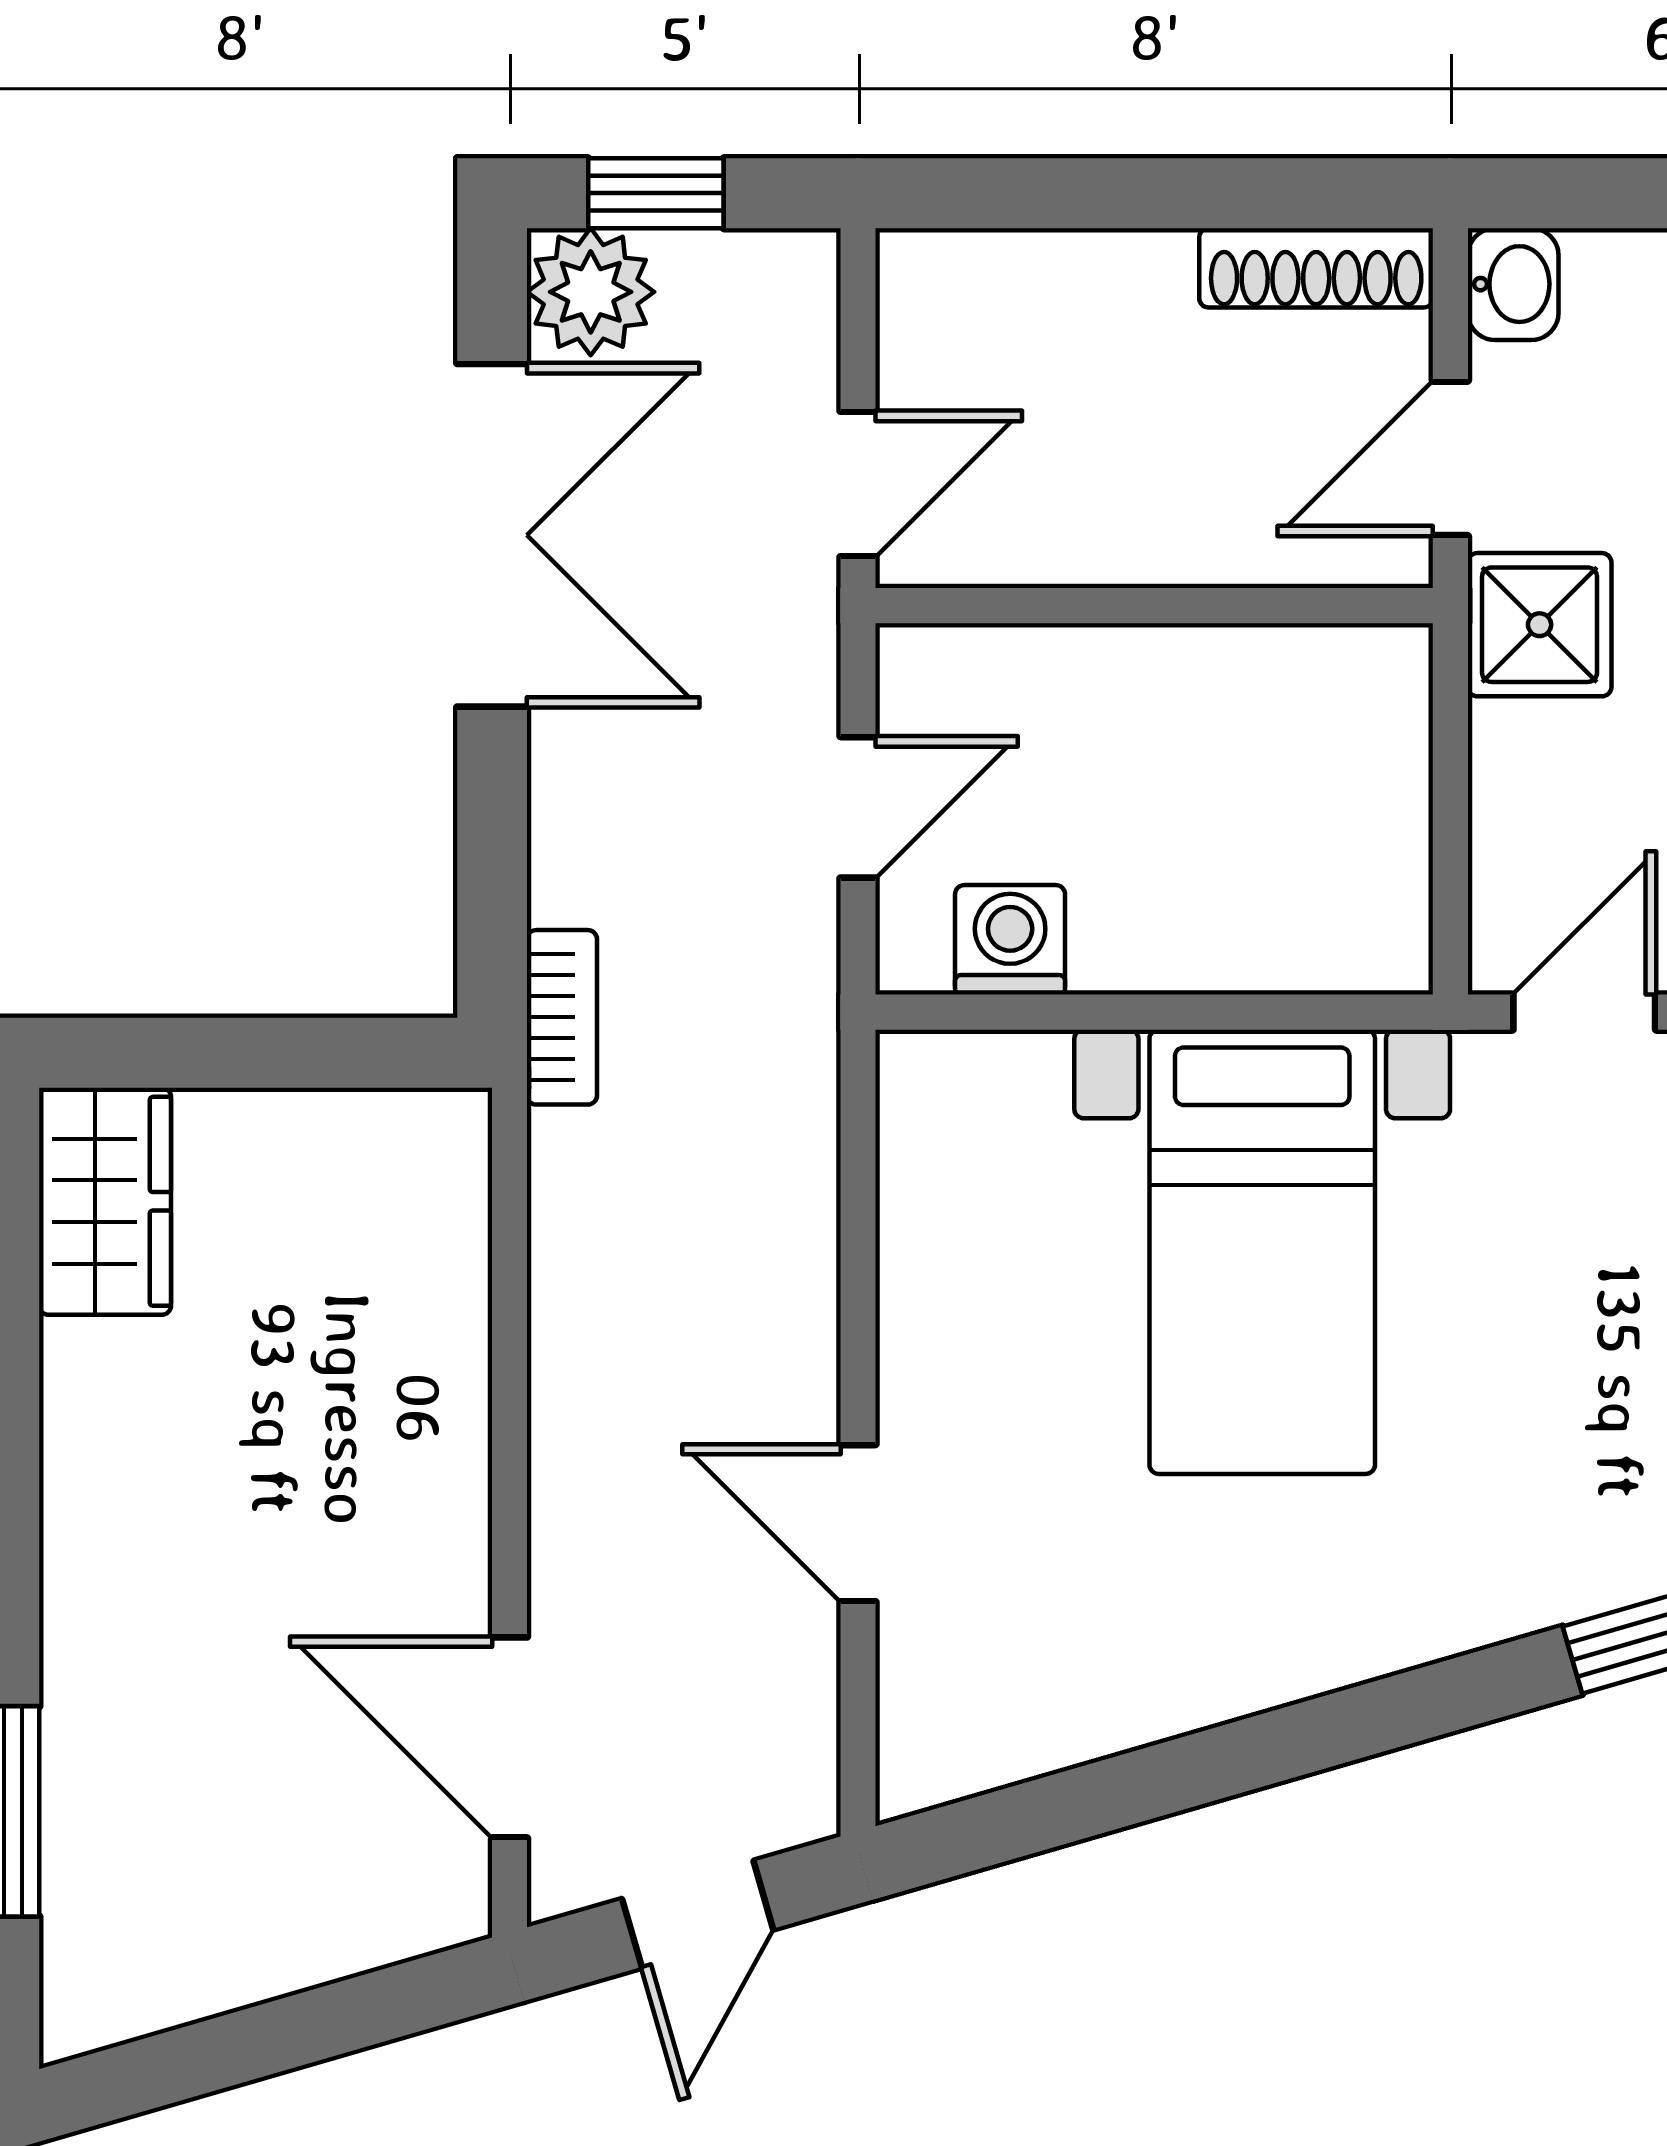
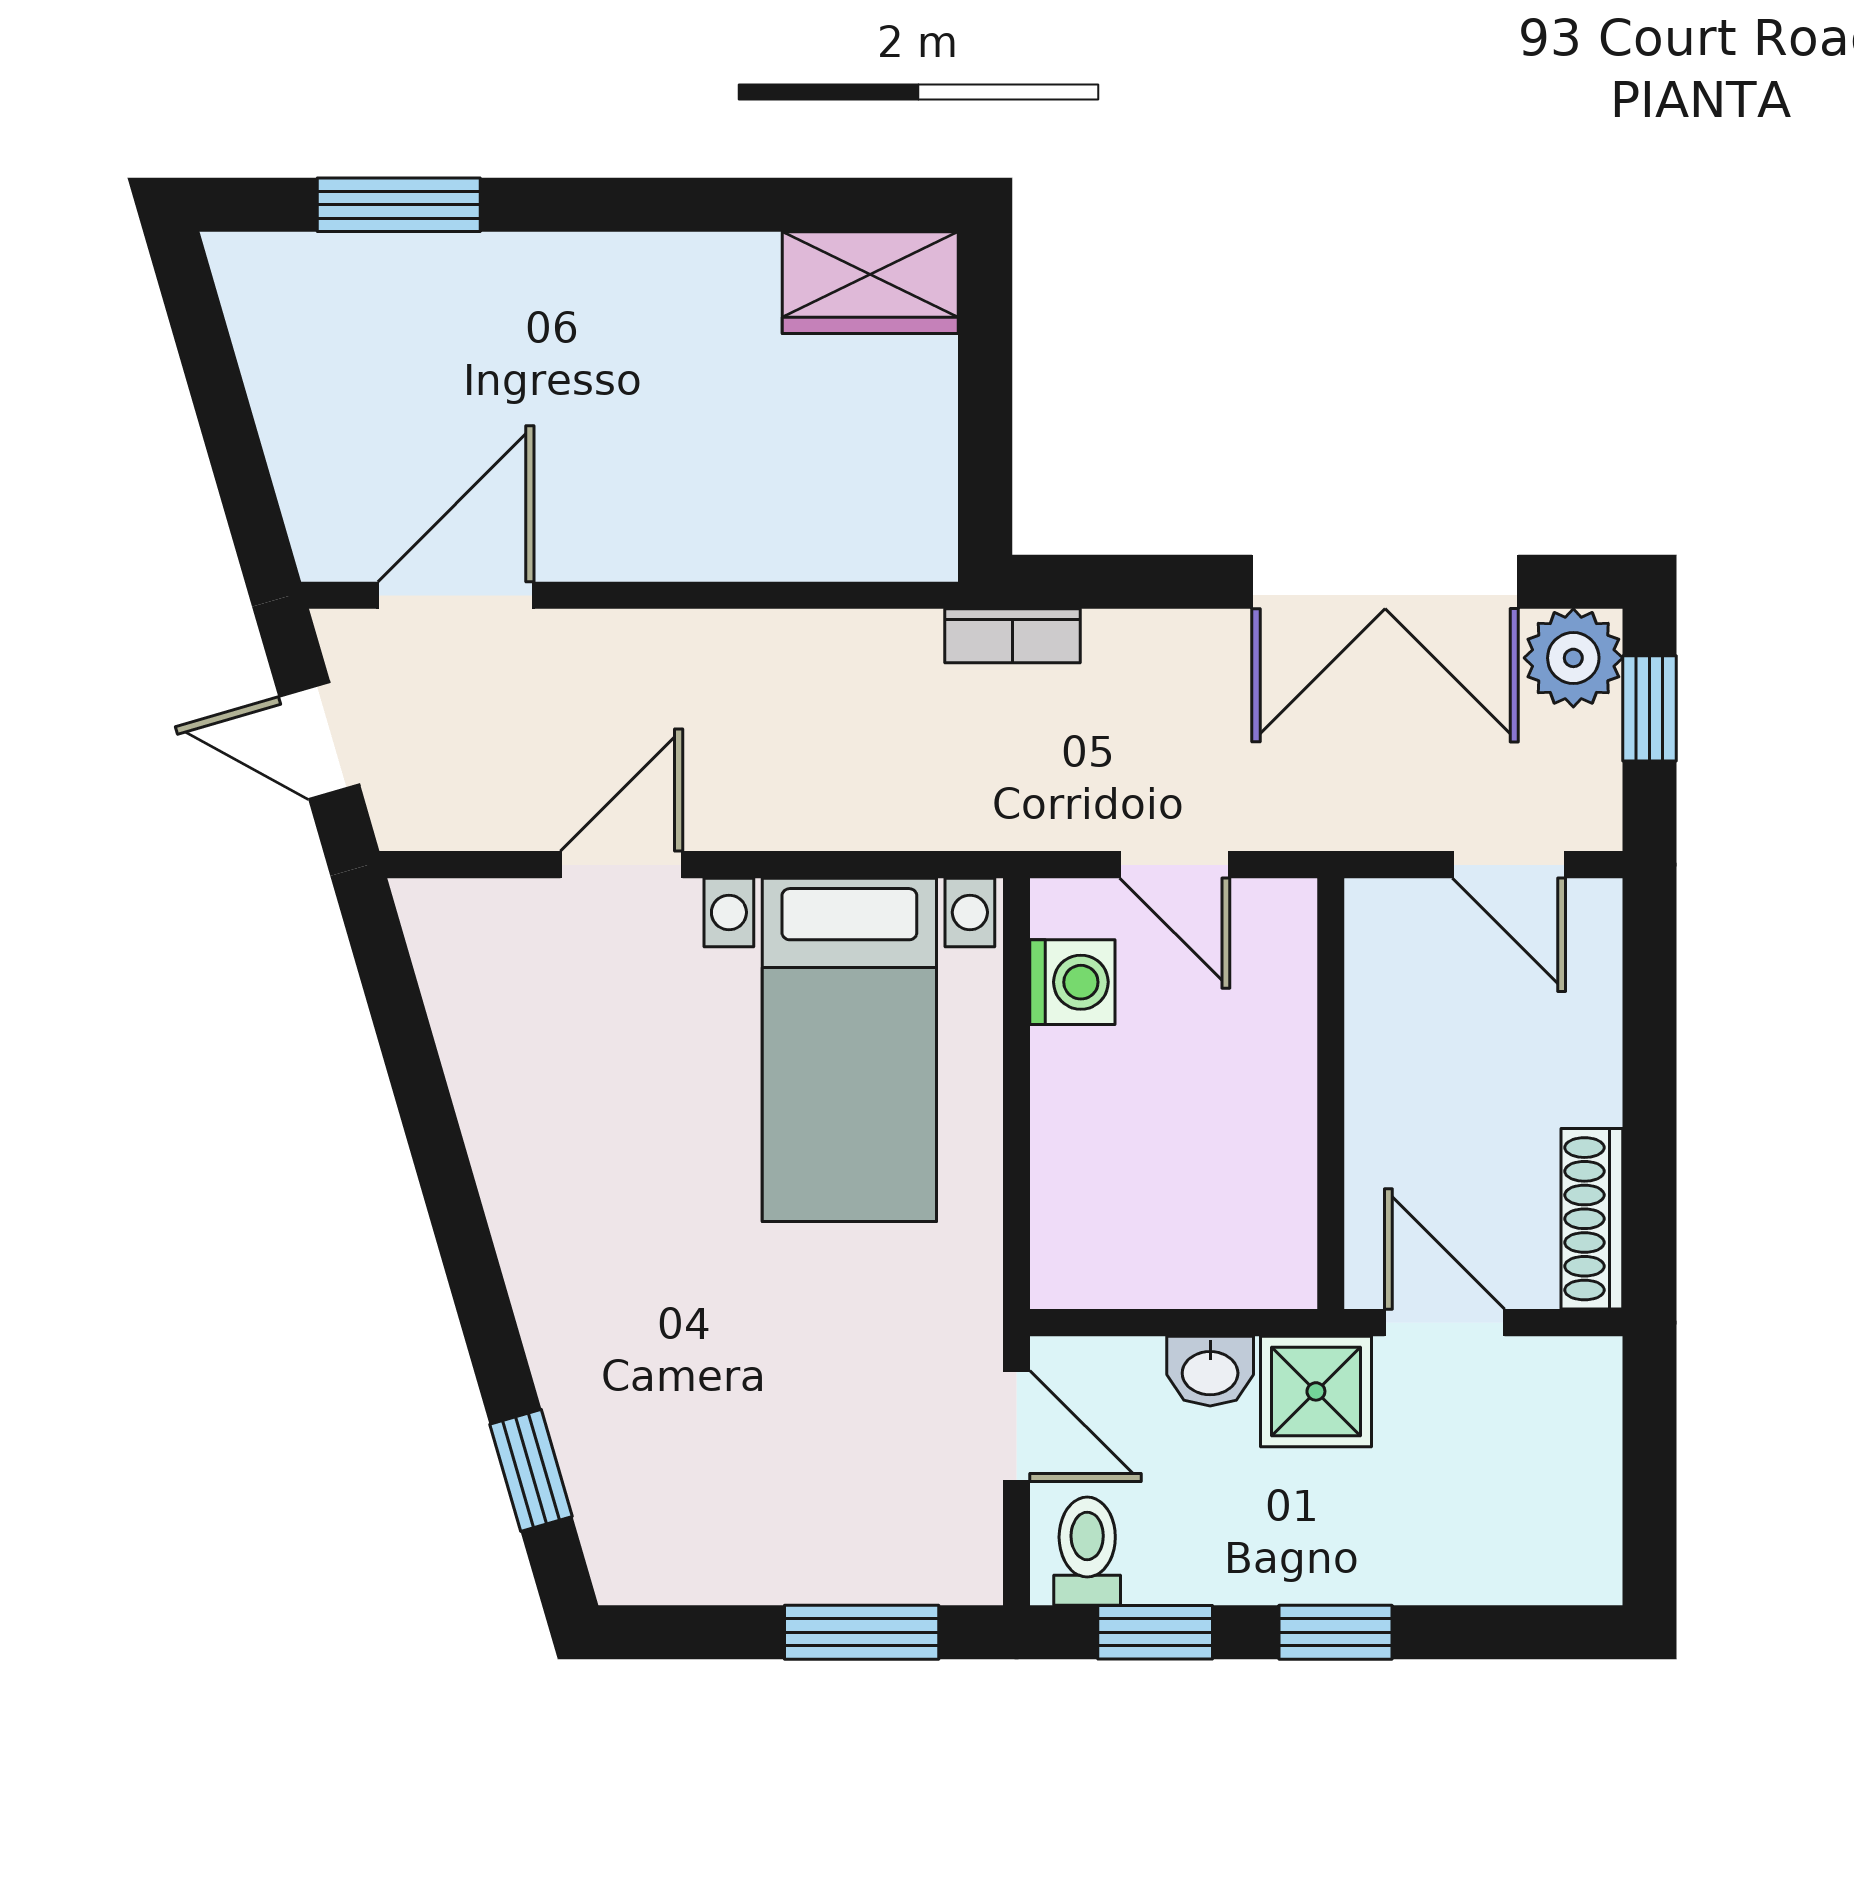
washbasin: (1513, 284) -> (1210, 1371), moved
door: (858, 484) -> (1509, 865), moved
bed with nightstands: (1262, 1252) -> (849, 1050), moved, turned -90

